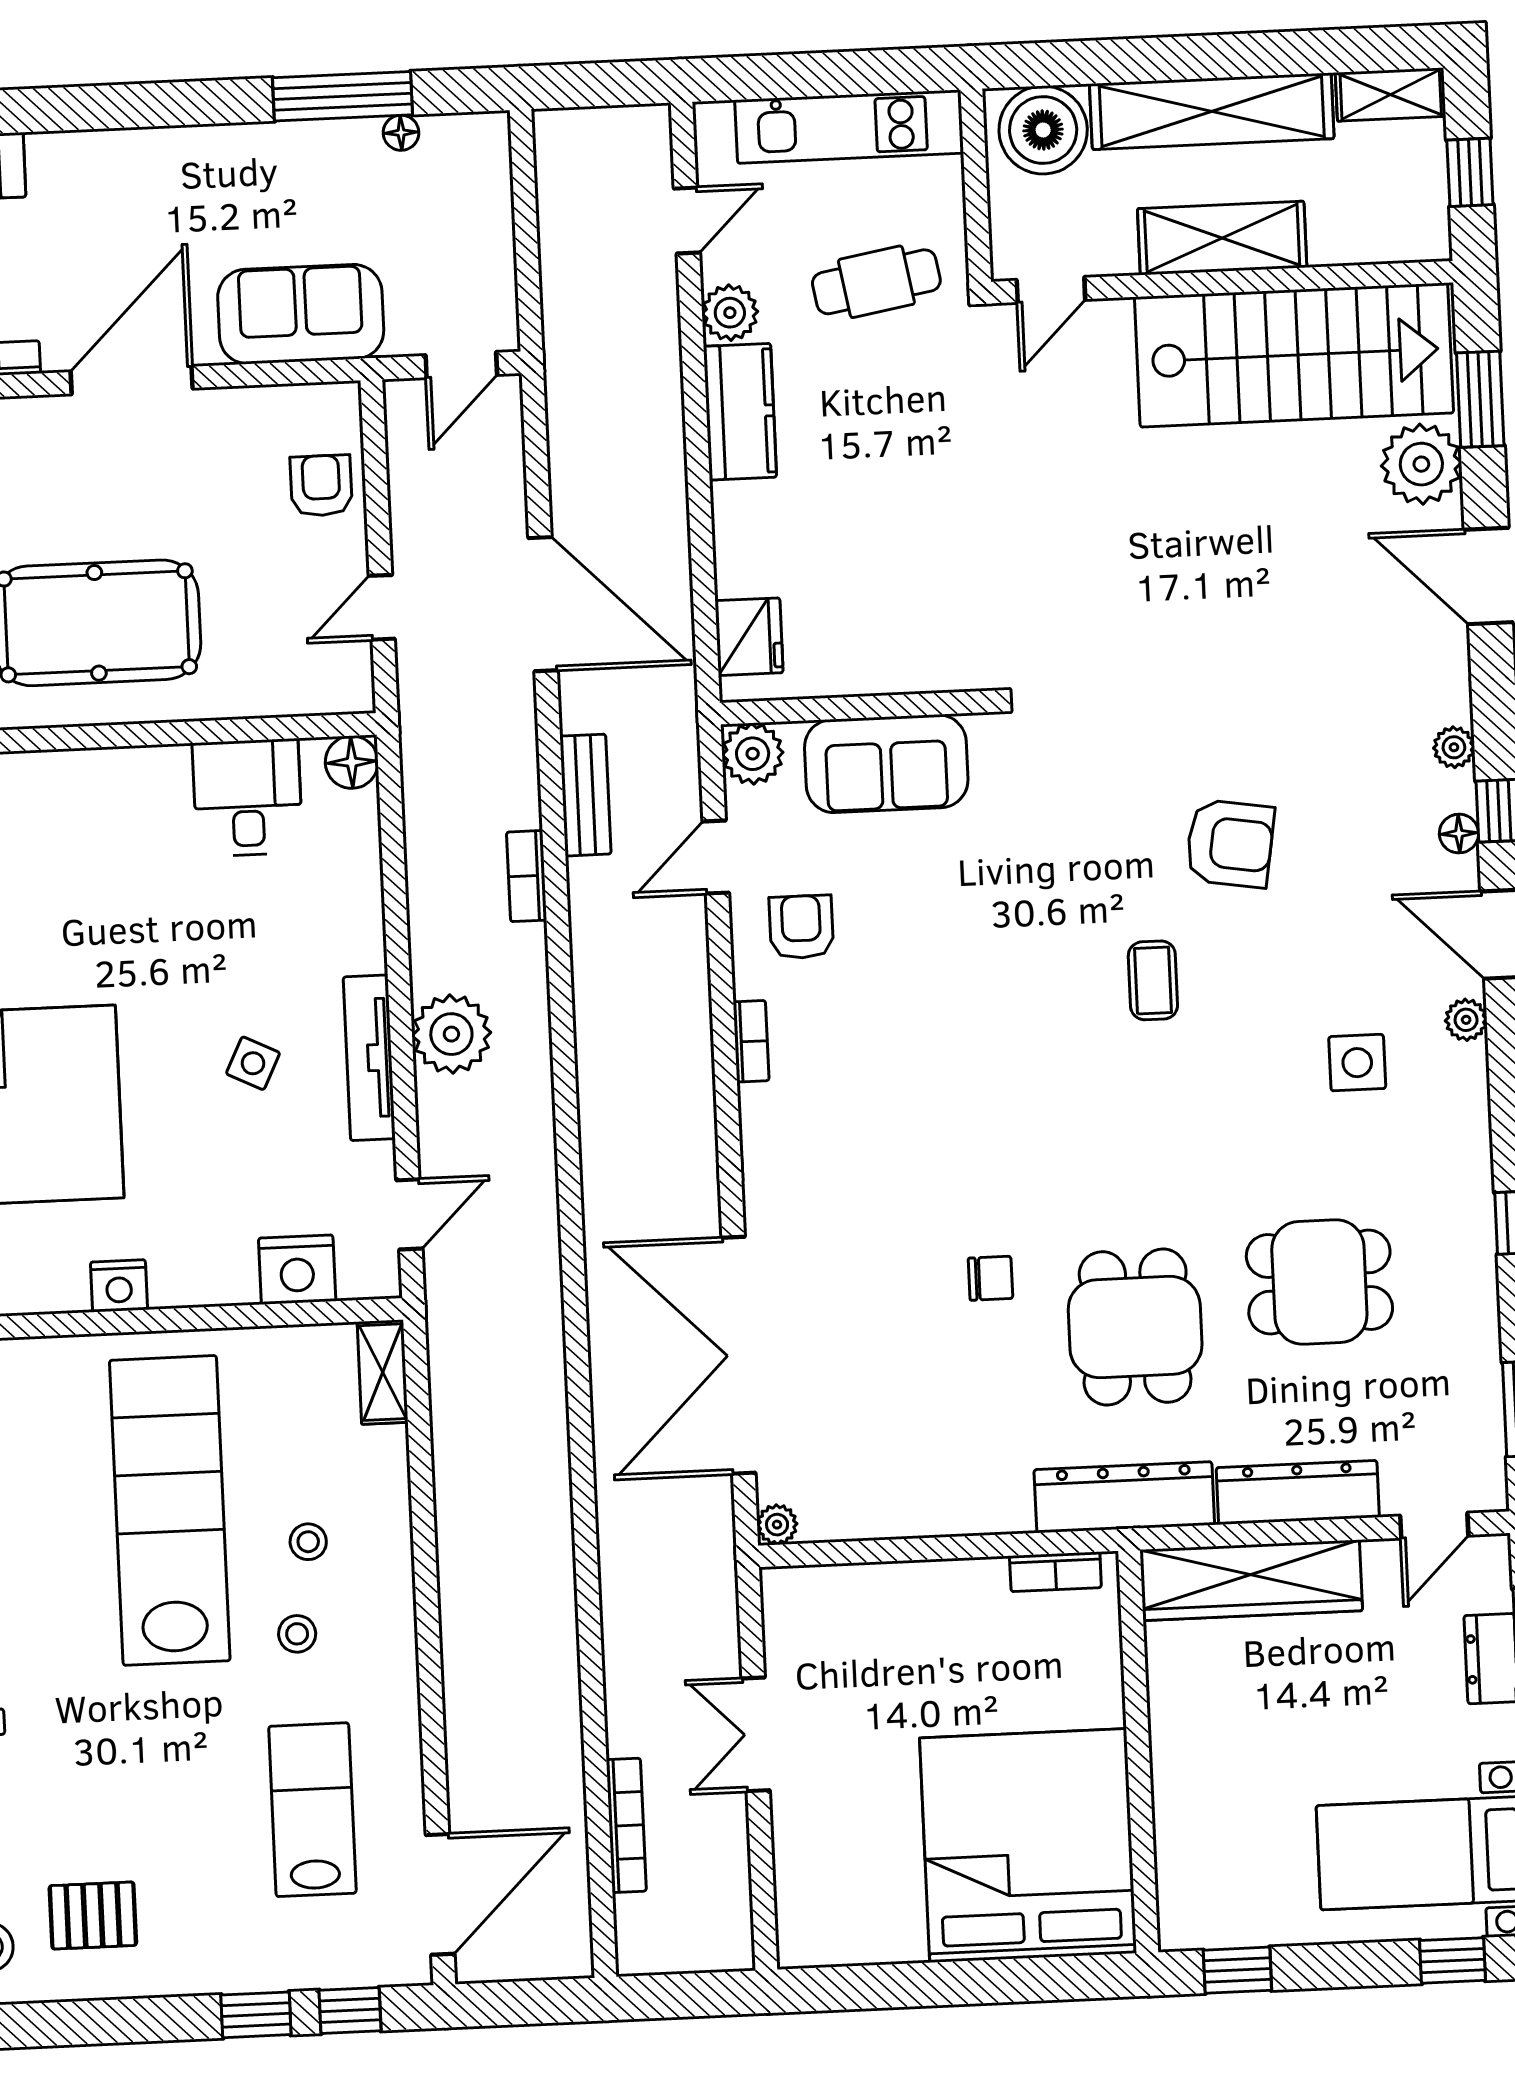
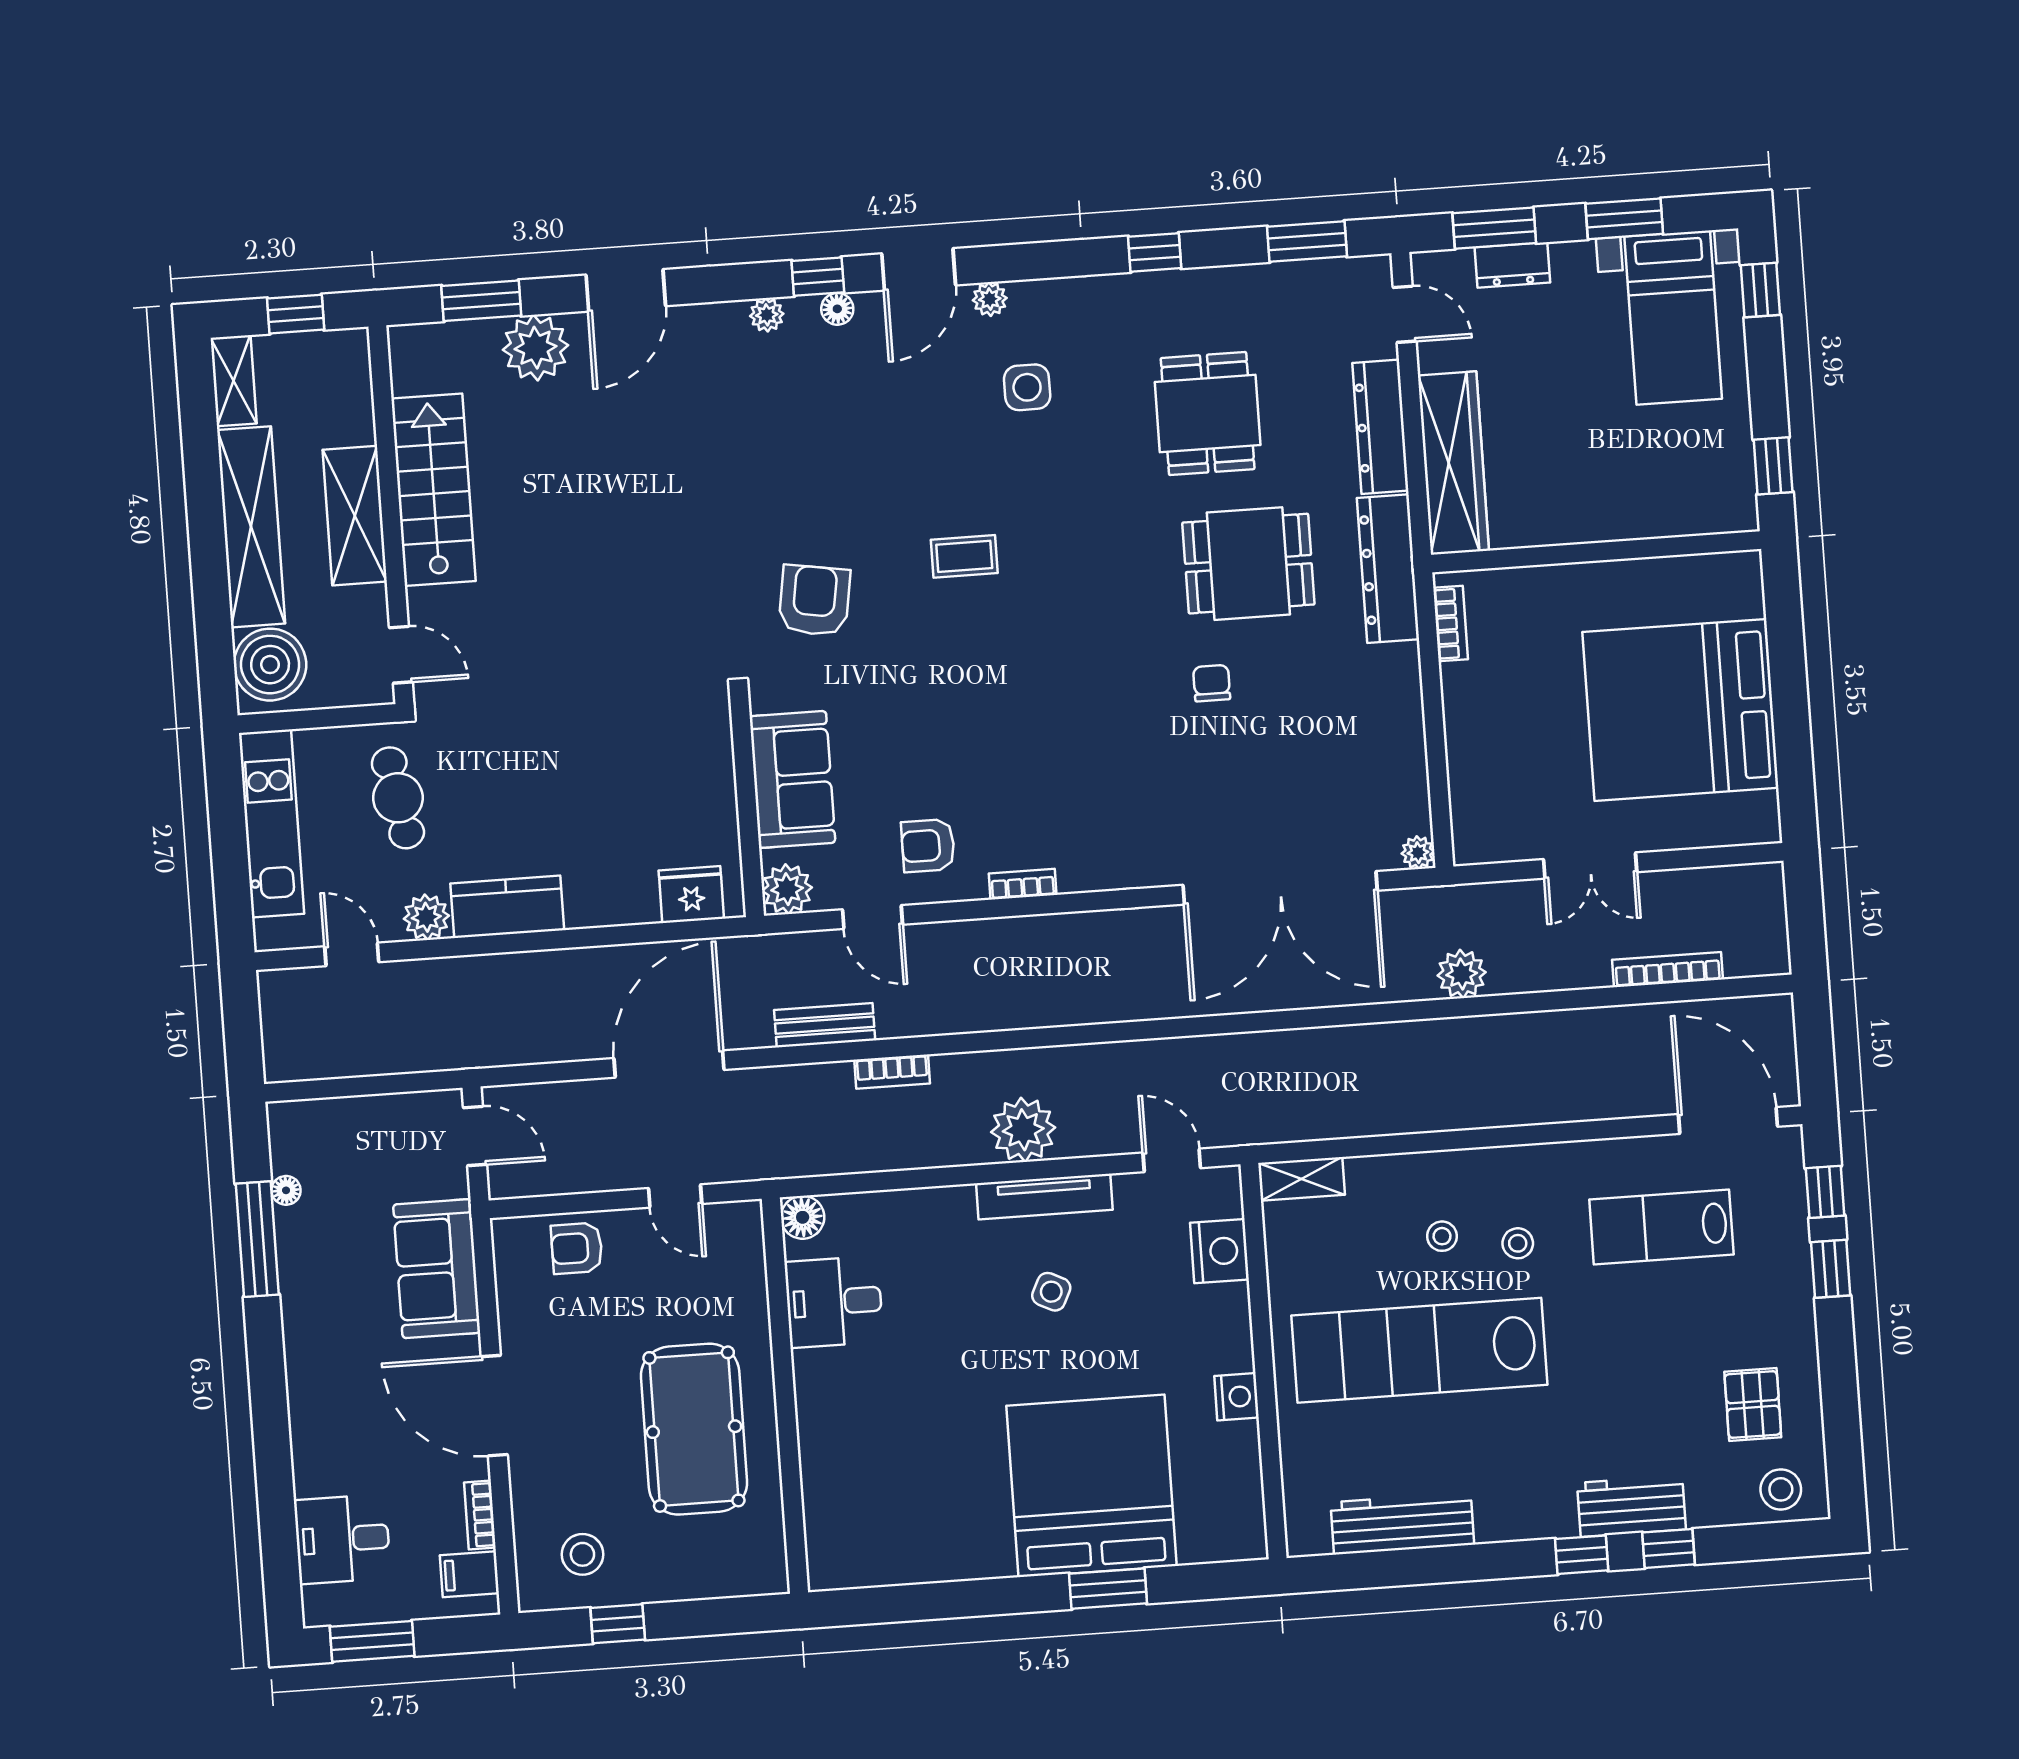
stairs: (1294, 355) -> (433, 490), width x0.73, depth x0.66
armchair: (1230, 844) -> (814, 600), moved
plant: (627, 1574) -> (1462, 974), added
bed: (1028, 1846) -> (1680, 710), moved

